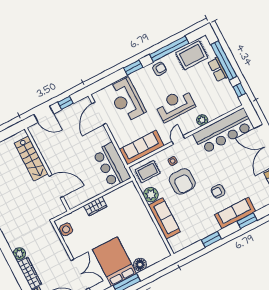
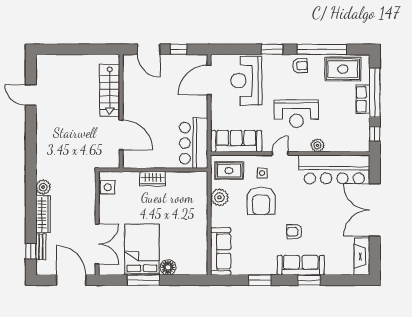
reception desk: (175, 105) -> (296, 114), turned 180
sofa: (164, 218) -> (221, 251), moved

